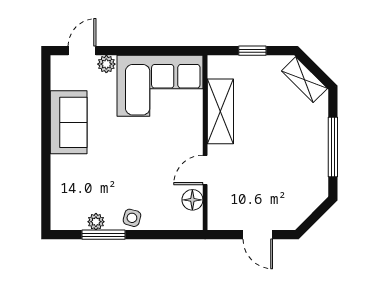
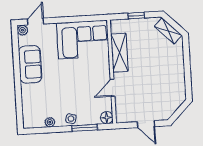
plant: (106, 64) -> (22, 30), moved
window: (333, 147) -> (187, 70), removed
floor lamp: (192, 200) -> (107, 118), moved
window: (103, 235) -> (85, 128), moved

